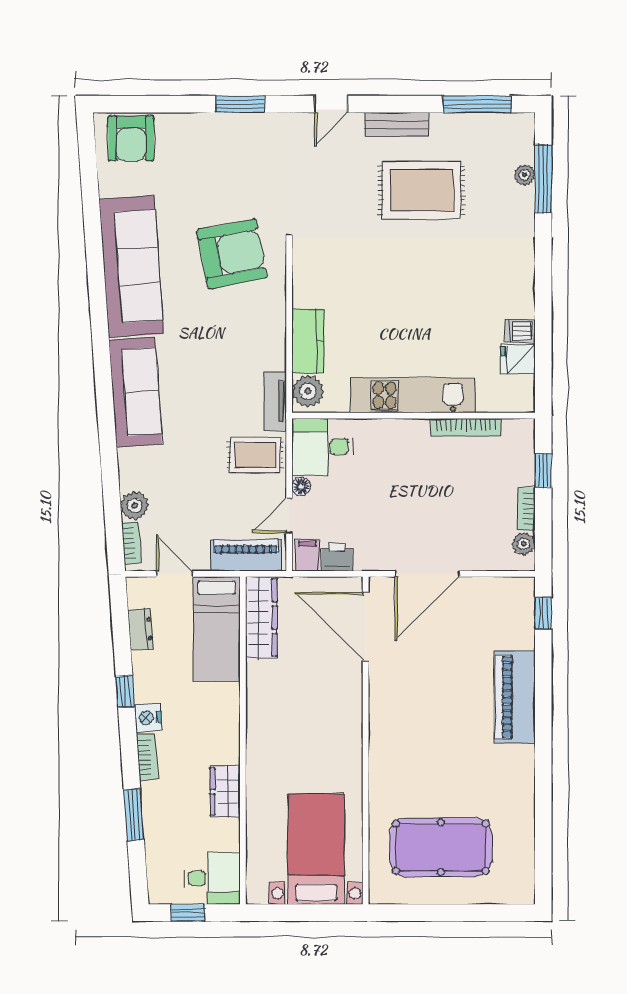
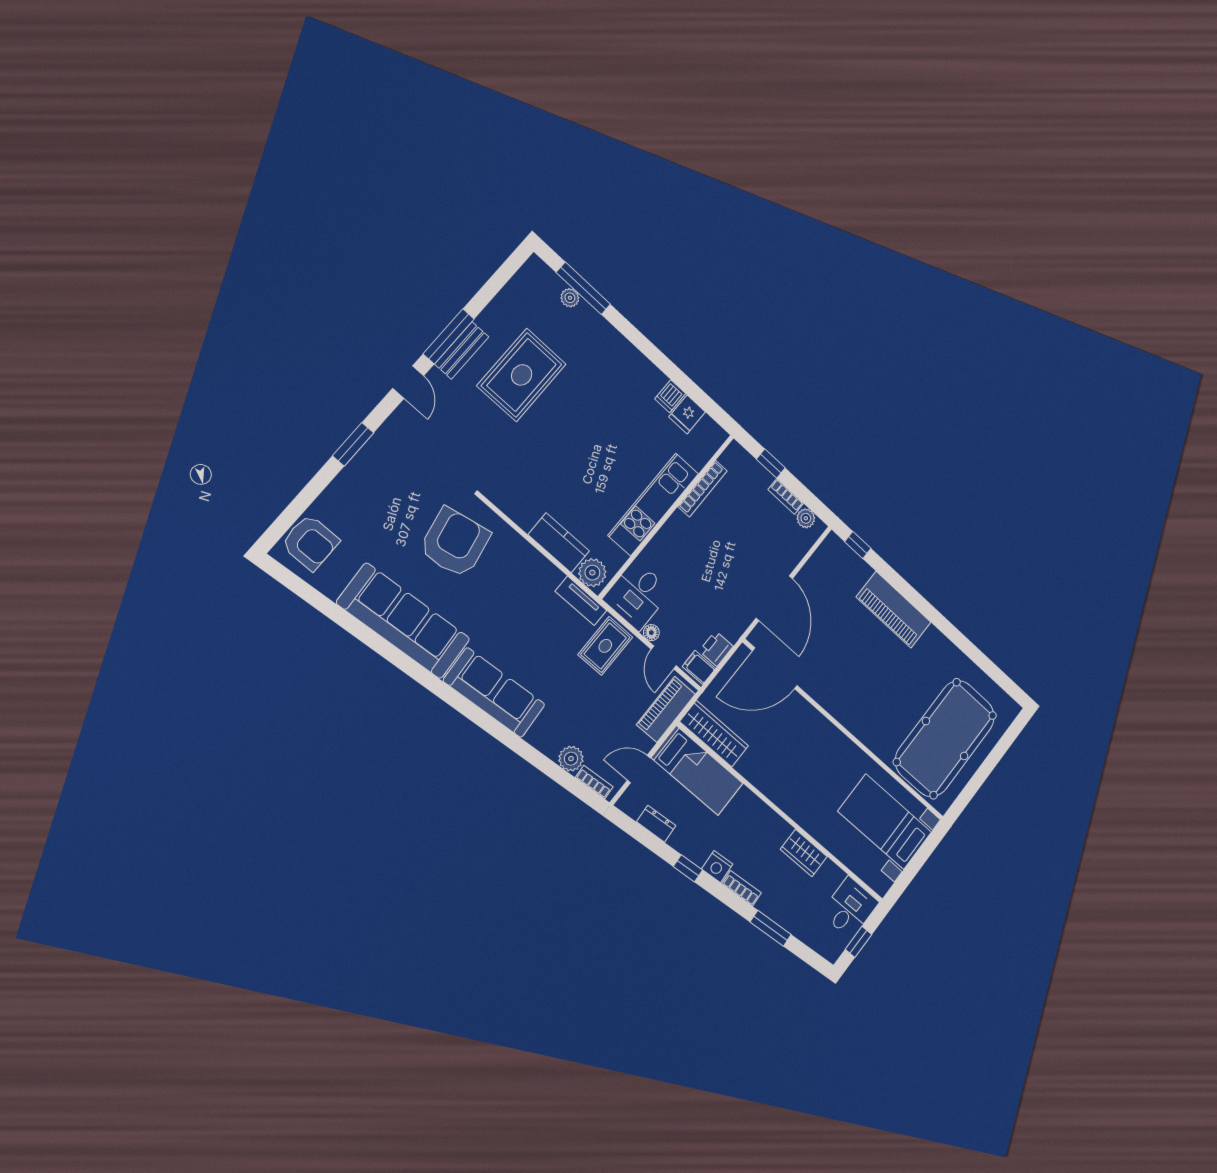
window: (477, 104) -> (449, 336), moved
pool table: (441, 847) -> (945, 739), width x1.36, depth x1.32

